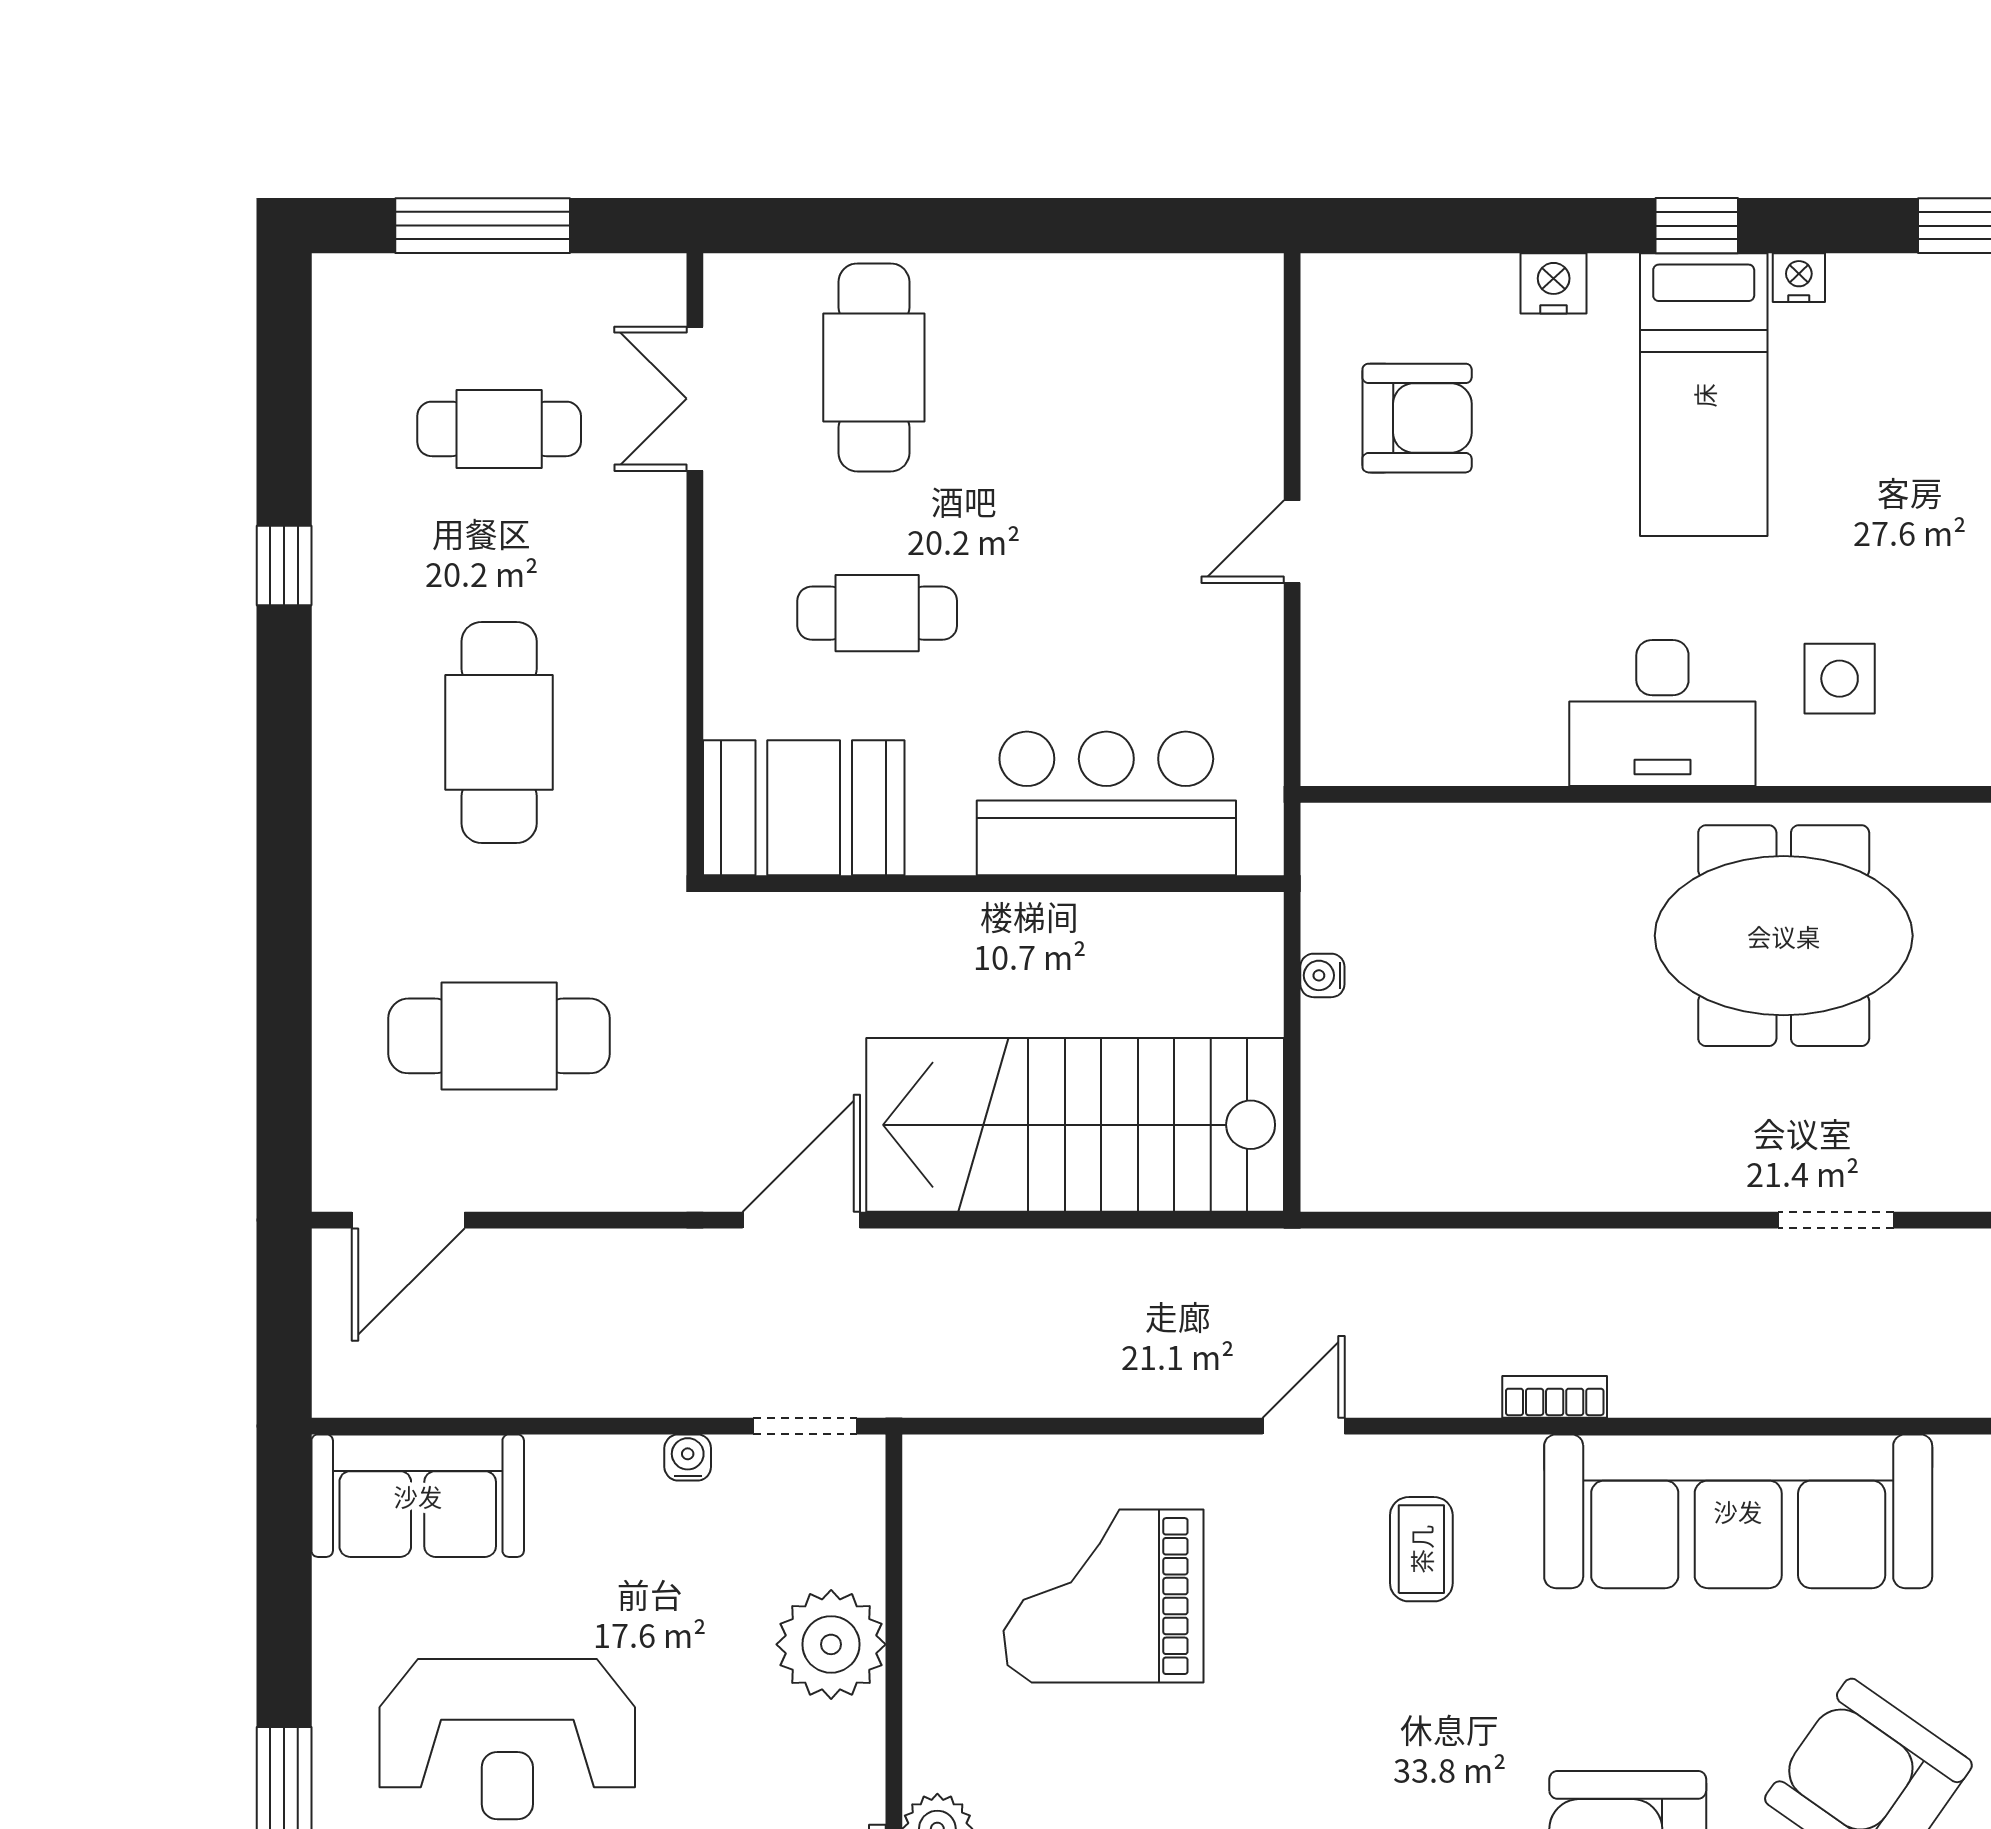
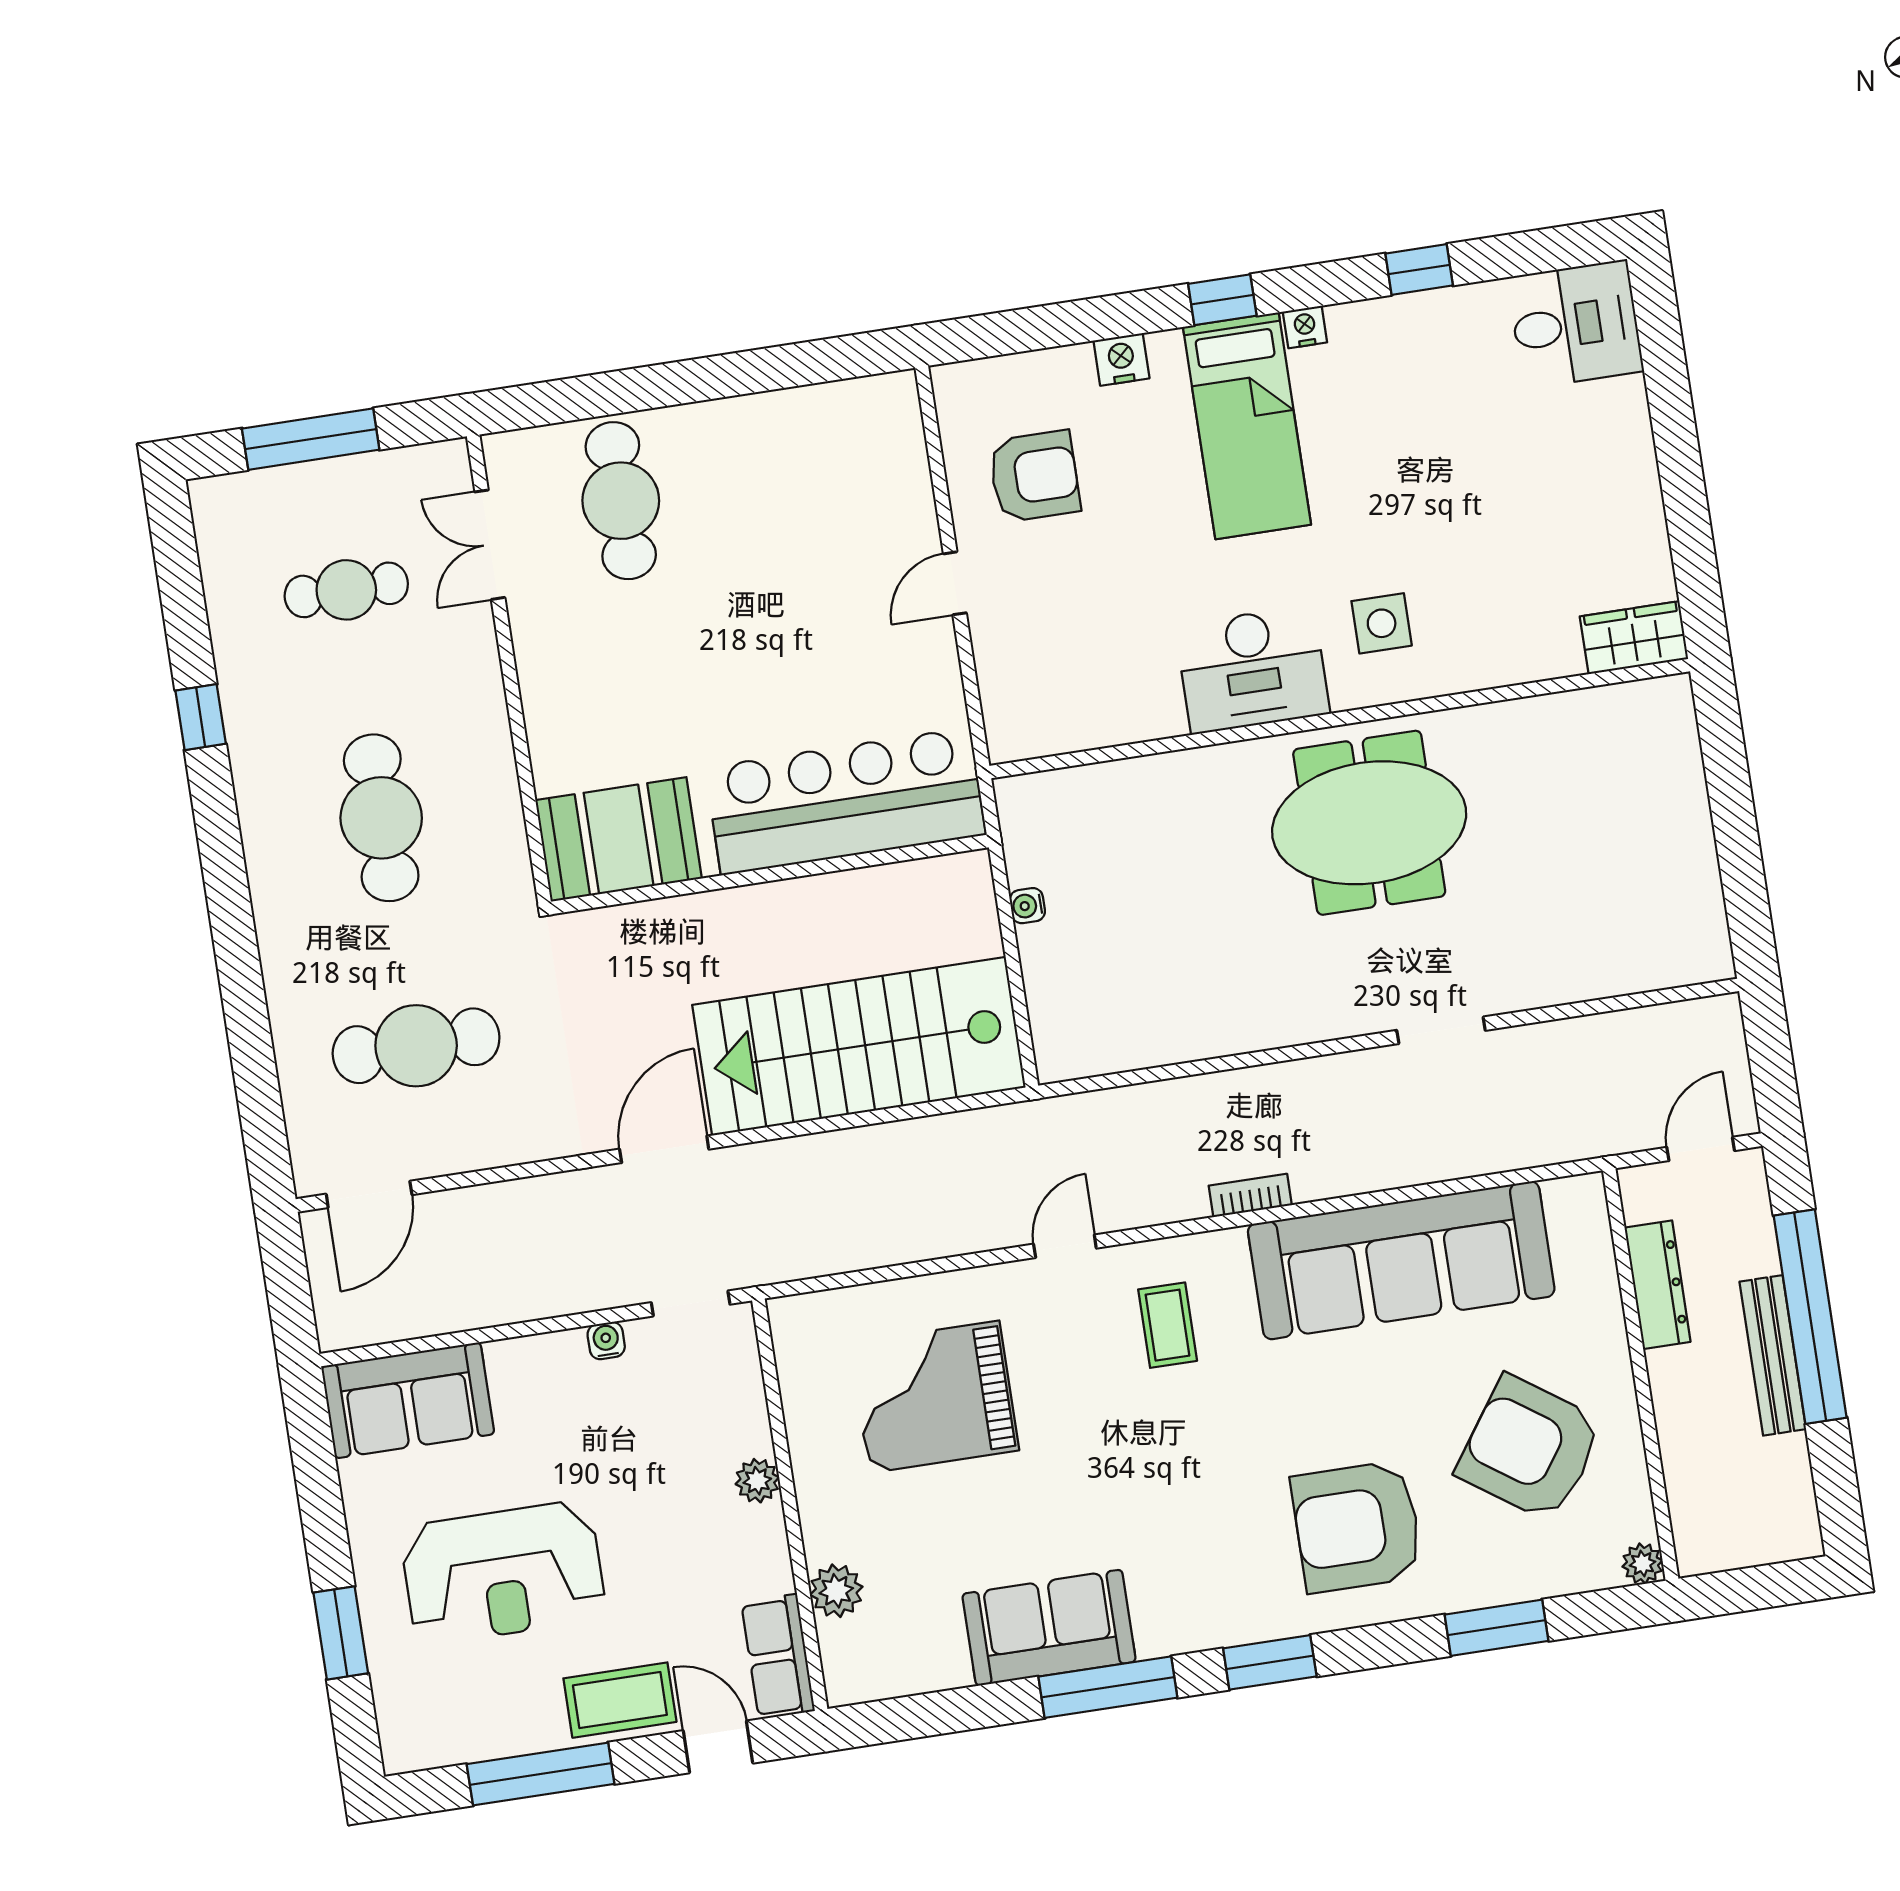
cafe table: (877, 613) -> (651, 685), removed
bar counter: (1106, 803) -> (845, 801), width x1.36
plant: (831, 1644) -> (757, 1481), width x0.53, depth x0.53

